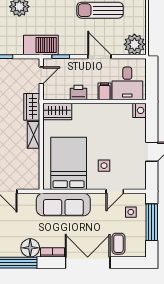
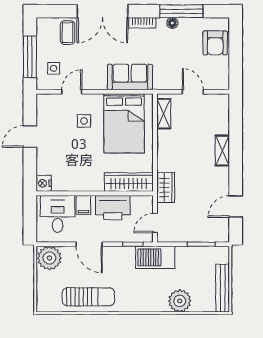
printer: (78, 92) -> (113, 208), width x1.87, depth x1.48
wardrobe: (57, 112) -> (129, 182), width x1.50
shelving: (33, 135) -> (164, 114), moved
sofa: (63, 204) -> (130, 77), width x0.73
floor lamp: (30, 248) -> (172, 23), width x0.53, depth x0.53

